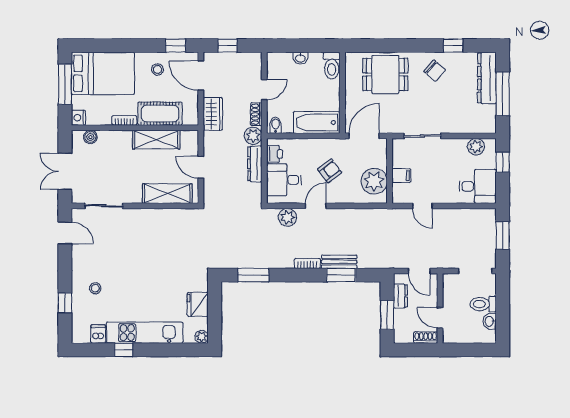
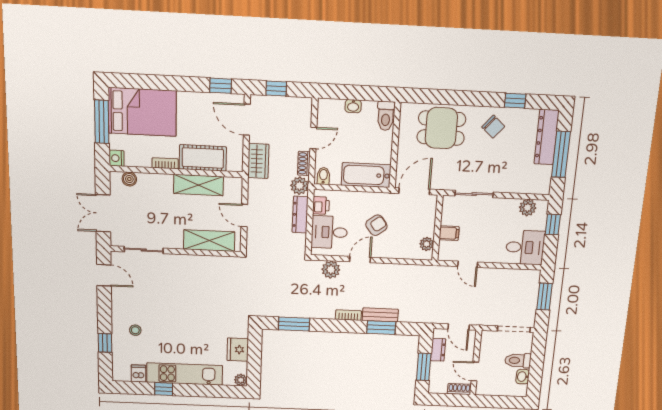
stool: (158, 69) -> (201, 111), removed
plant: (374, 181) -> (427, 244), width x0.53, depth x0.53

